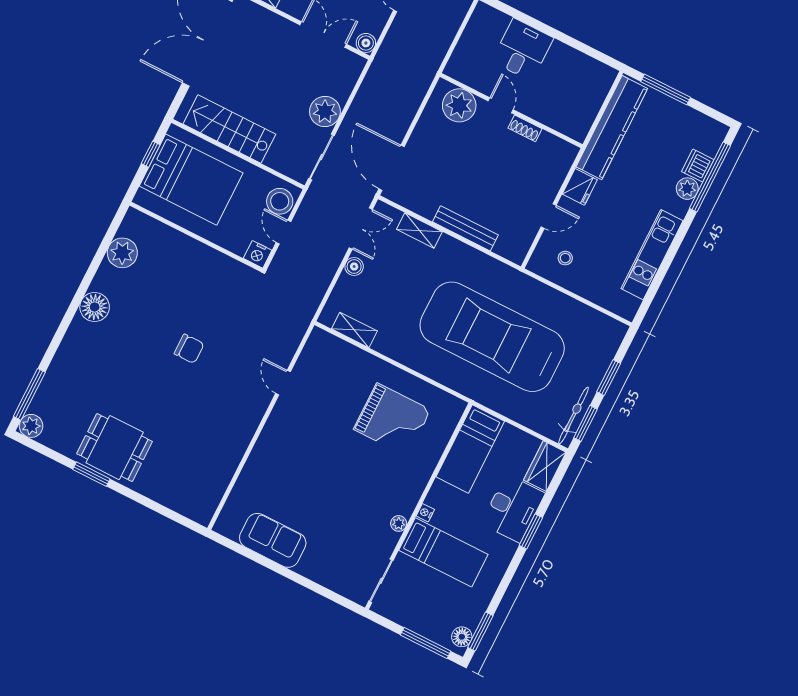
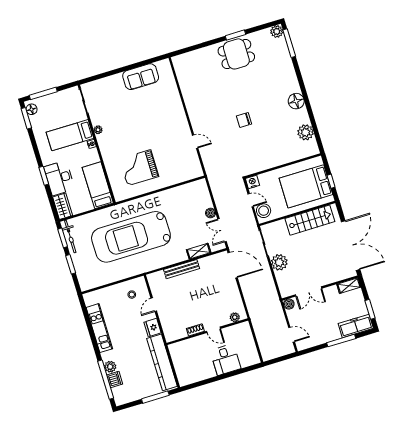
plant: (459, 105) -> (235, 317), width x0.53, depth x0.53
shelving: (354, 330) -> (187, 189), removed
car: (492, 337) -> (131, 237), turned 180

